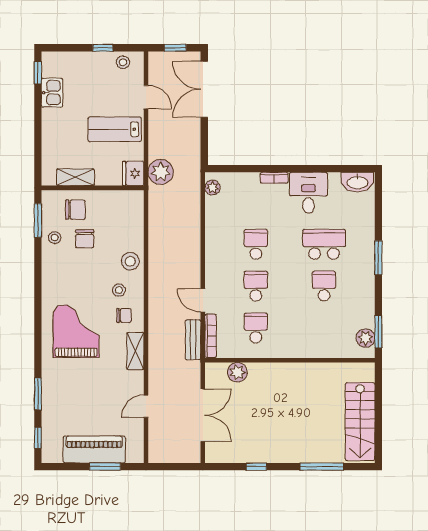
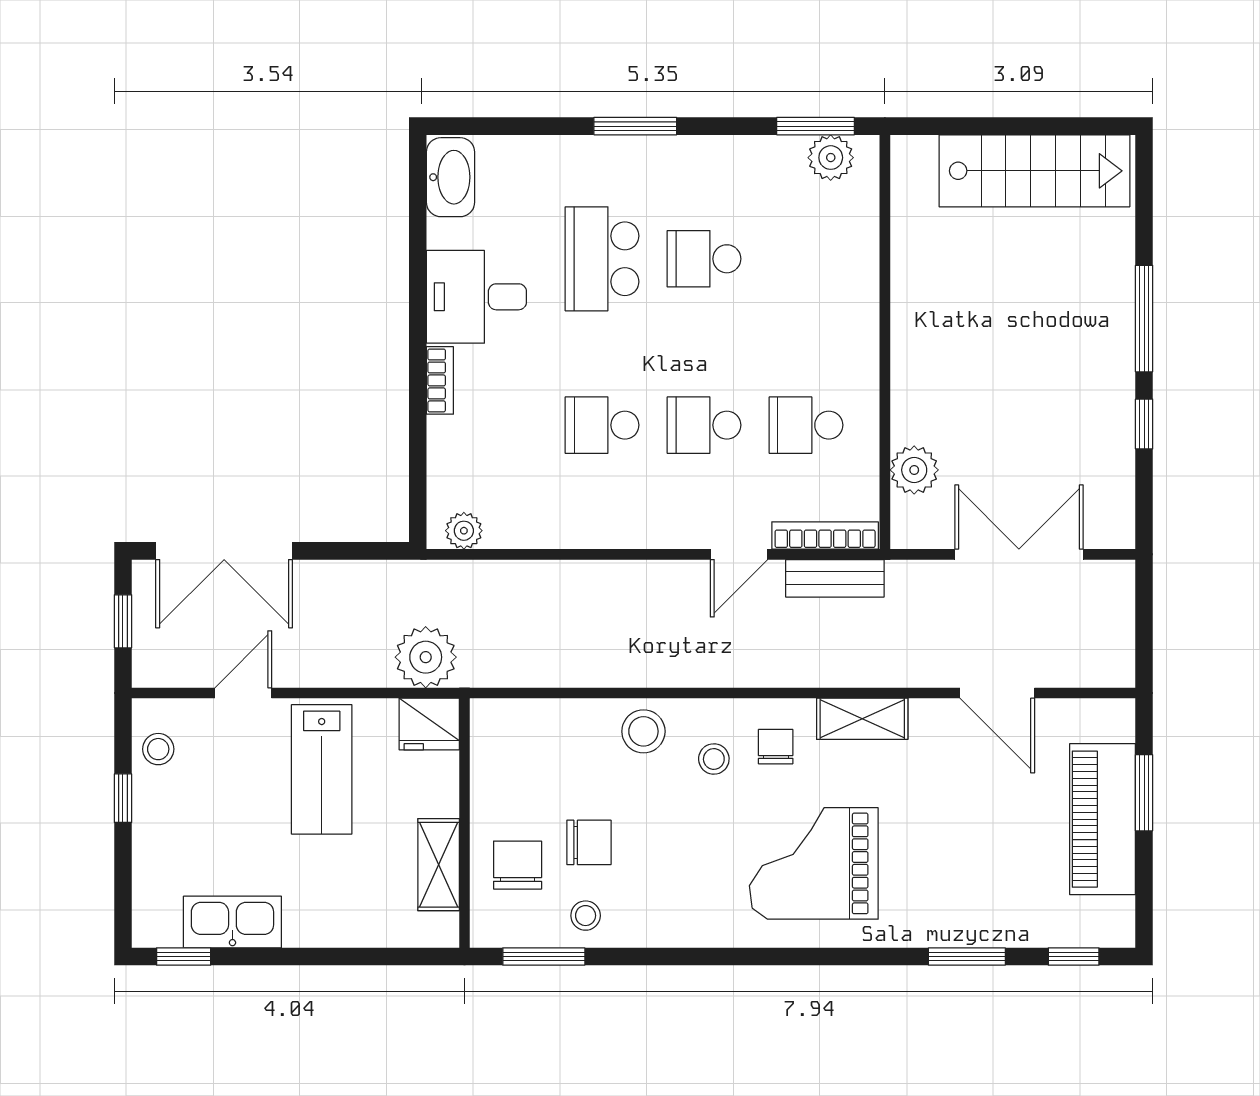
kitchen sink: (52, 93) -> (232, 922), width x1.38
door: (146, 406) -> (997, 693), width x1.38
window: (322, 467) -> (1144, 319), moved

